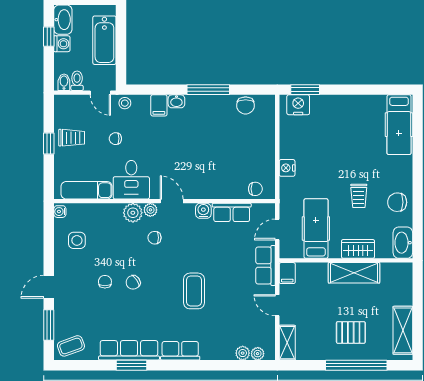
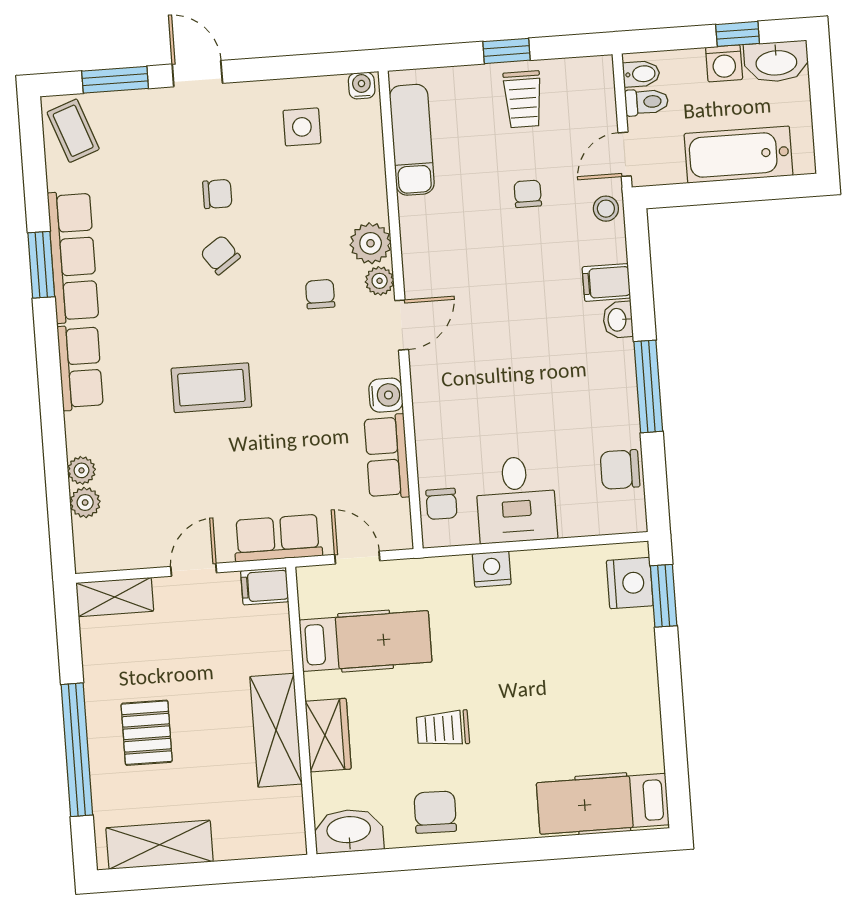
desk: (131, 180) -> (516, 499), moved, turned -90
plant: (258, 354) -> (81, 470), moved

